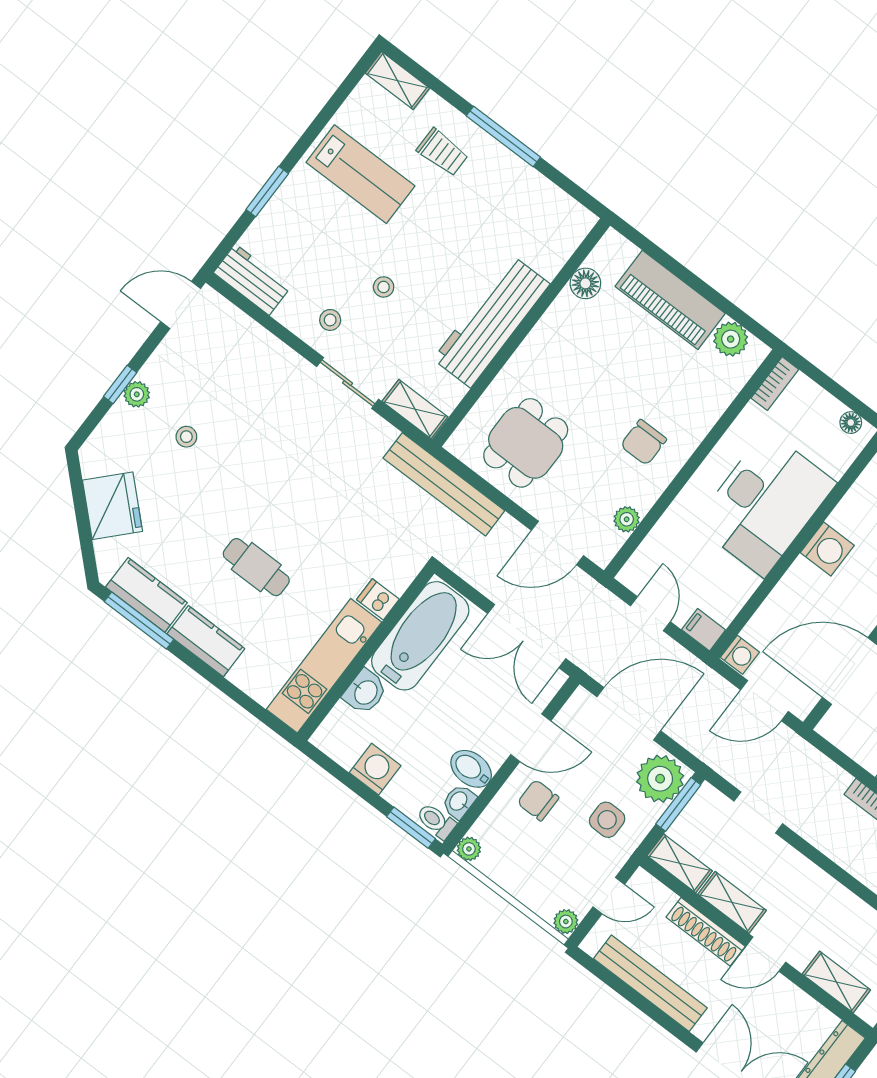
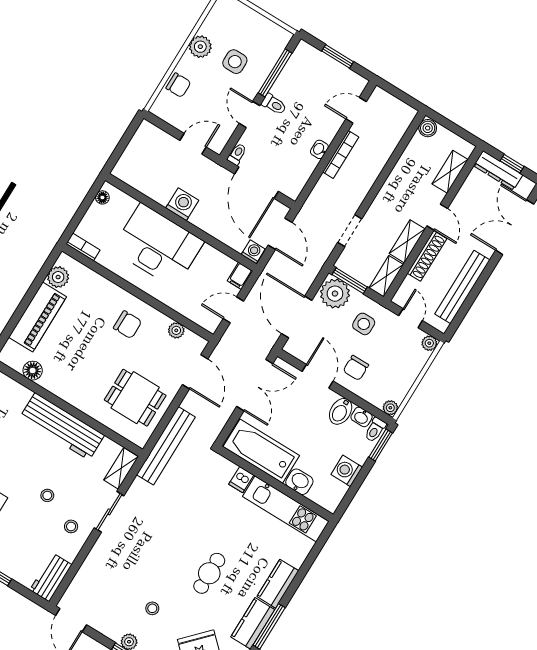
cafe table: (256, 567) -> (209, 573), moved

